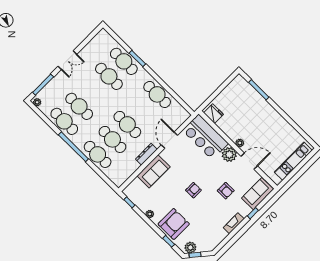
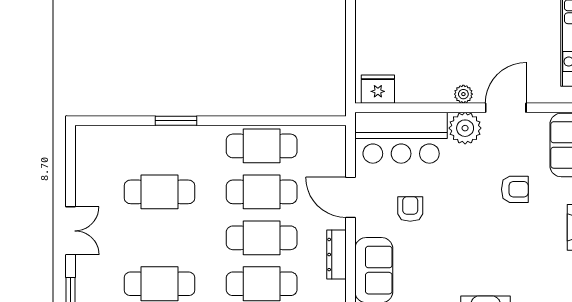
cafe table: (124, 61) -> (262, 192), moved
armchair: (193, 190) -> (410, 209), moved

